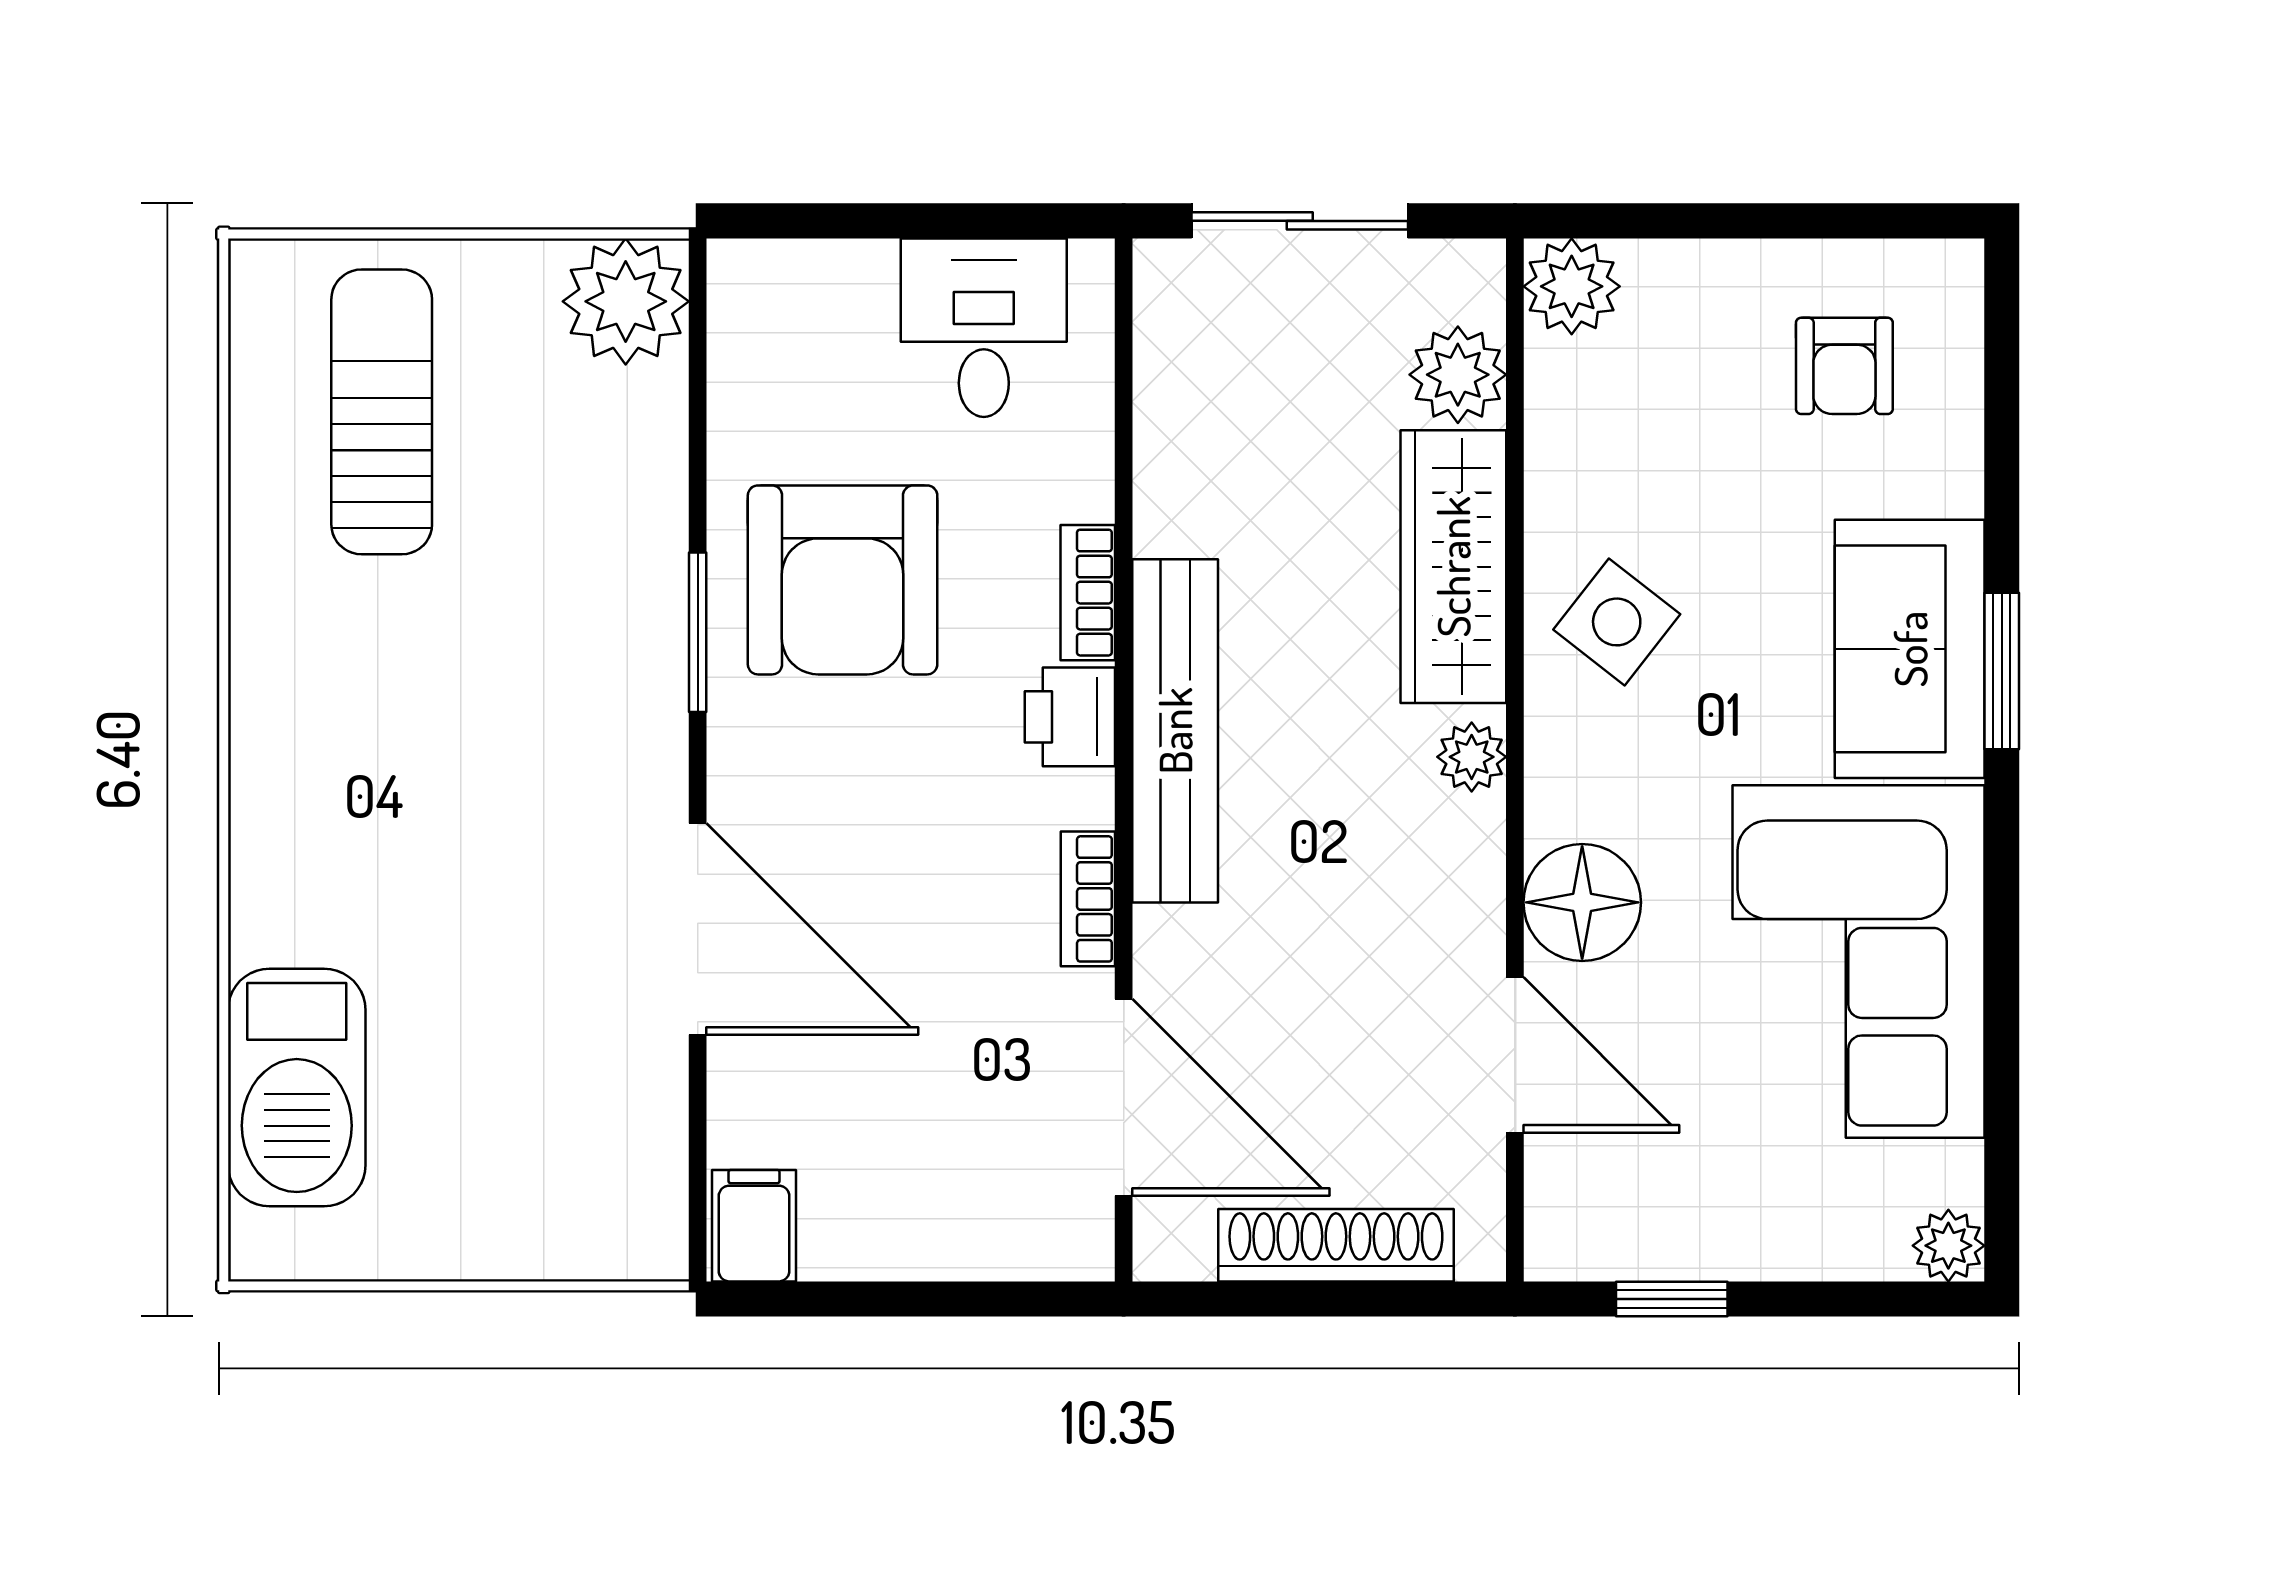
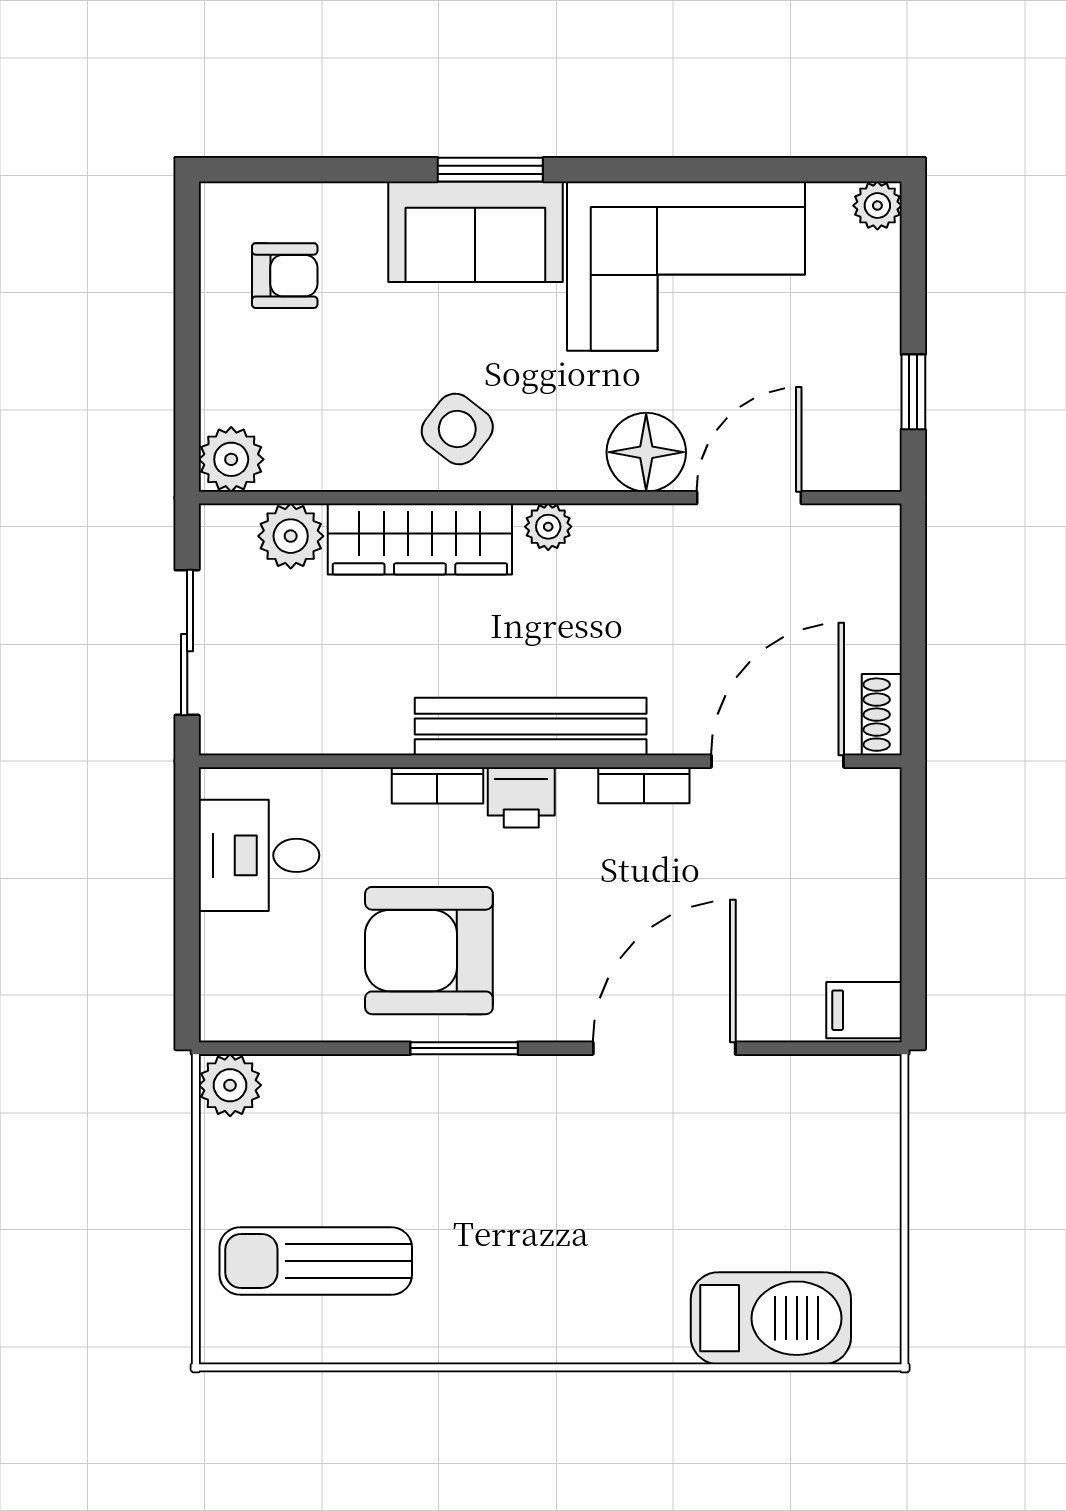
plant: (626, 301) -> (230, 1085), width x0.73, depth x0.73
armchair: (843, 580) -> (429, 951), turned 180
shoe rack: (1336, 1245) -> (882, 715), moved, width x0.51, depth x0.81

